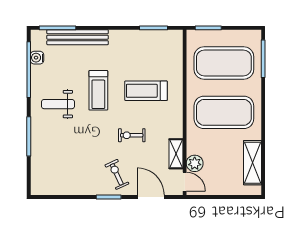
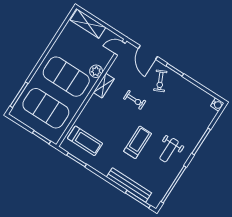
water cooler: (37, 58) -> (217, 105), moved
treadmill: (146, 91) -> (85, 141), moved
weight bench: (58, 104) -> (169, 150), turned 90
shelving: (176, 154) -> (104, 86), moved
plant: (195, 163) -> (96, 71), moved
shelving: (253, 163) -> (88, 24), moved, turned 90
door: (185, 182) -> (120, 48), hinge flipped

